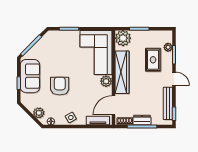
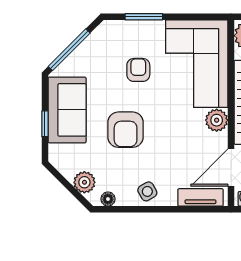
armchair: (66, 56) -> (138, 70), added
armchair: (60, 86) -> (126, 130), turned 180

